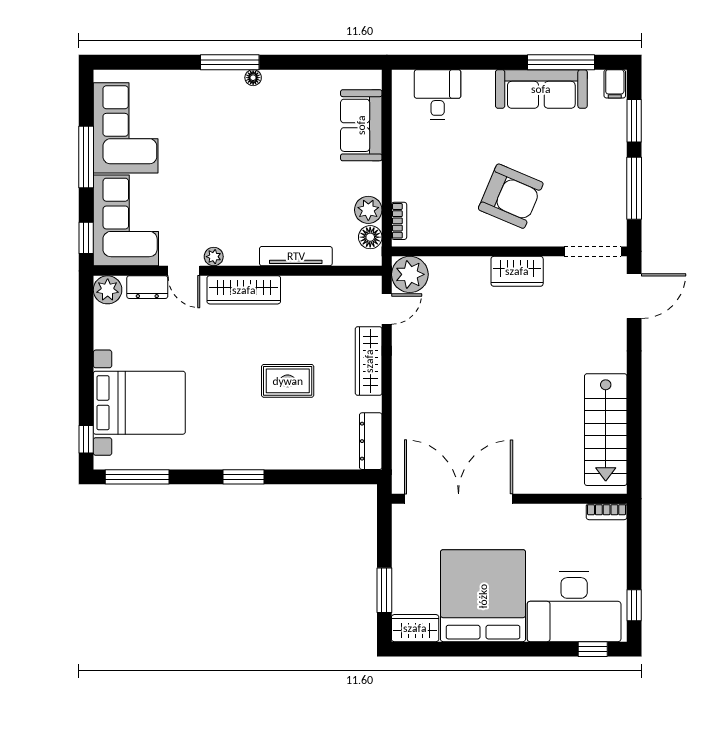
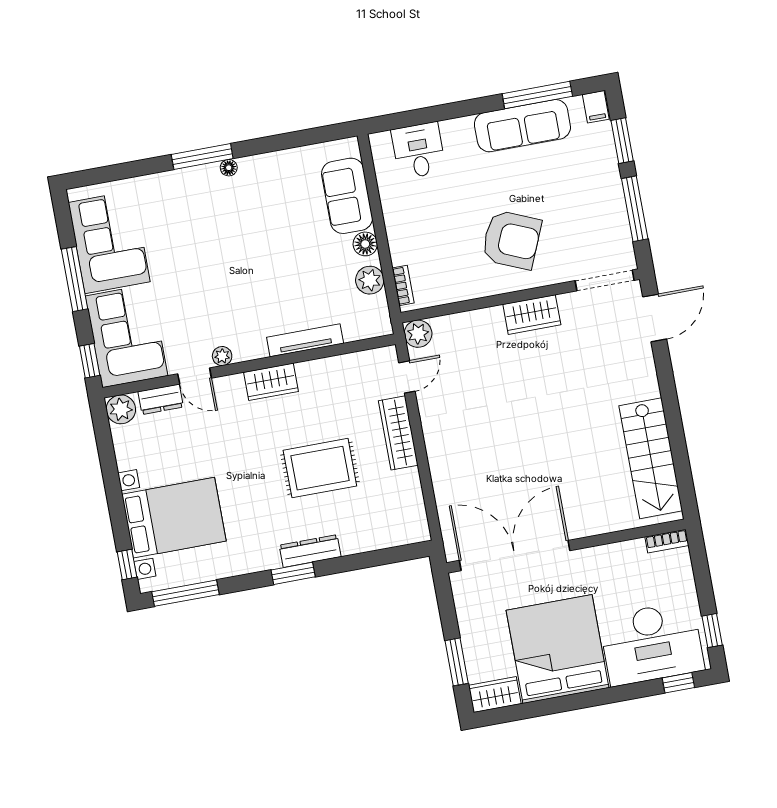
floor lamp: (370, 237) -> (365, 244), moved
plant: (410, 274) -> (418, 334), width x0.73, depth x0.73
wardrobe: (244, 290) -> (271, 382), width x0.67
rug: (288, 381) -> (320, 468), width x1.36, depth x1.43
dresser: (371, 441) -> (310, 551), moved, turned 90

